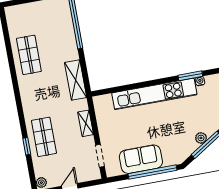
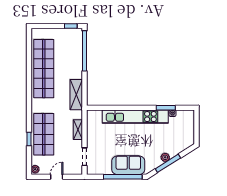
shop shelf: (29, 55) -> (44, 69), width x2.00, depth x1.36
shop shelf: (44, 137) -> (44, 134), width x1.43, depth x1.36
sofa: (141, 159) -> (128, 165), moved

